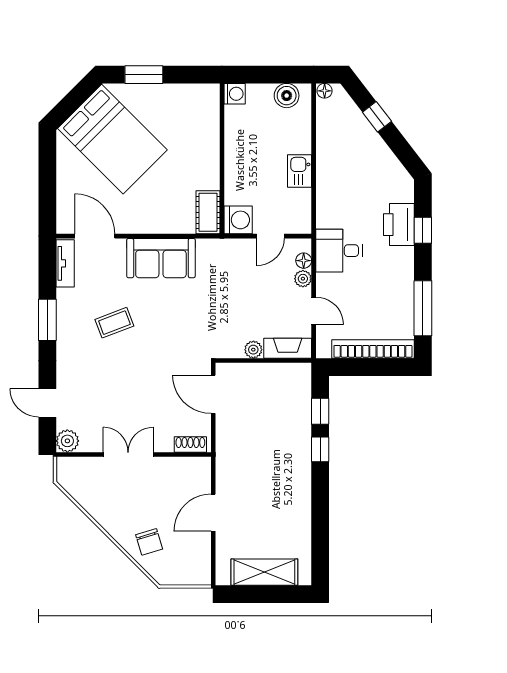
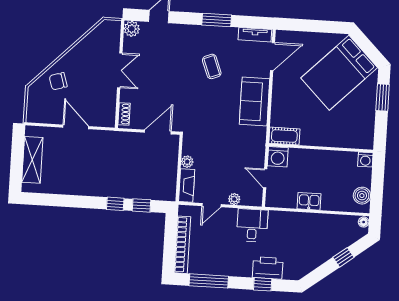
floor lamp: (304, 261) -> (247, 200), removed

